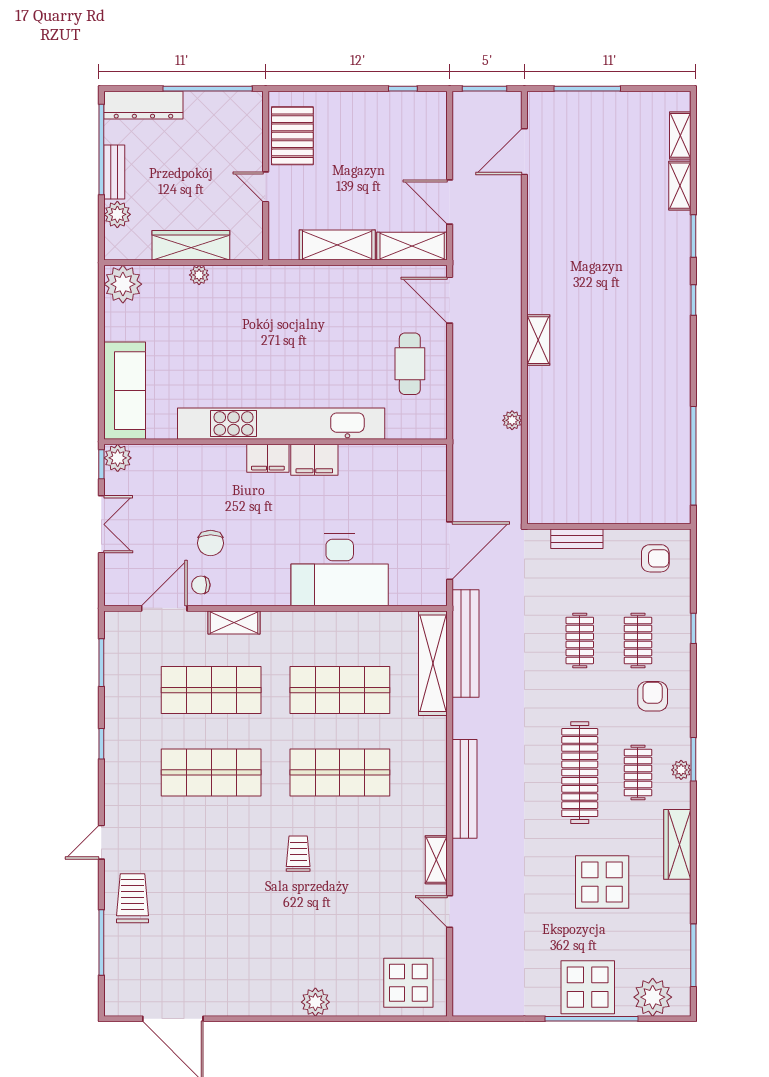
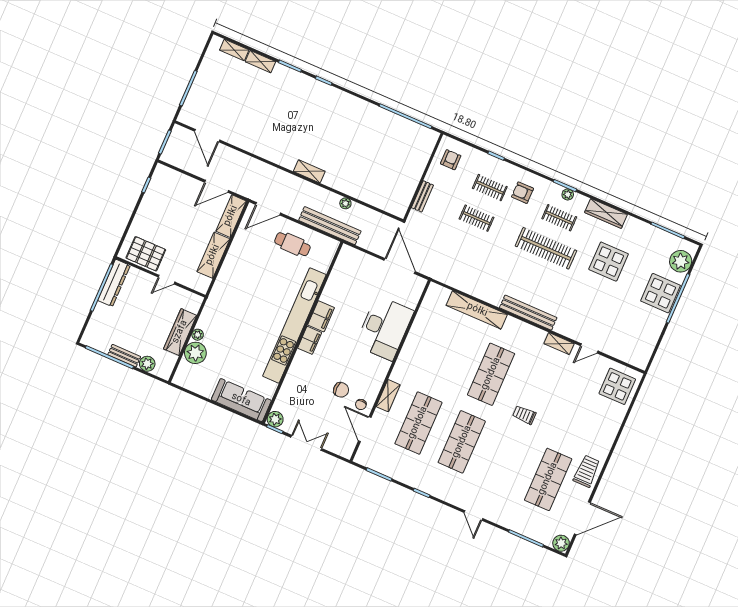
dresser: (143, 105) -> (114, 283), moved
plant: (123, 284) -> (195, 353), moved
bench: (466, 644) -> (330, 226), moved
shelving: (433, 663) -> (477, 310), moved
shop shelf: (340, 690) -> (548, 479), moved
trolley: (132, 898) -> (587, 471), moved, turned 90
plant: (315, 1002) -> (561, 543), moved

